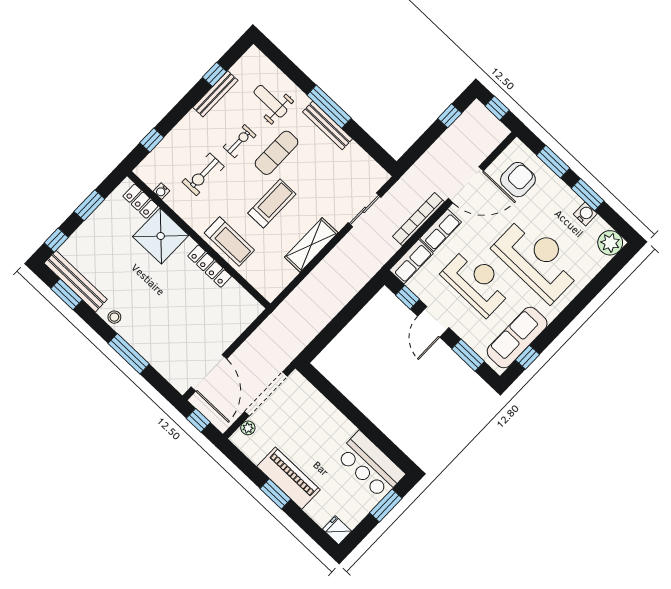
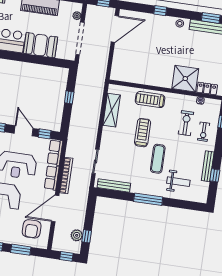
bench: (328, 125) -> (114, 185), moved
plant: (462, 127) -> (77, 235), added
exercise bike: (240, 141) -> (204, 132), moved
treadmill: (272, 204) -> (143, 133), turned 180
shelving: (311, 245) -> (112, 110), moved
locker: (210, 266) -> (151, 81), removed
window: (338, 323) -> (69, 97), added
window: (129, 354) -> (160, 11), width x0.46
door: (209, 373) -> (115, 29), swing flipped
booth: (327, 423) -> (40, 45), added

